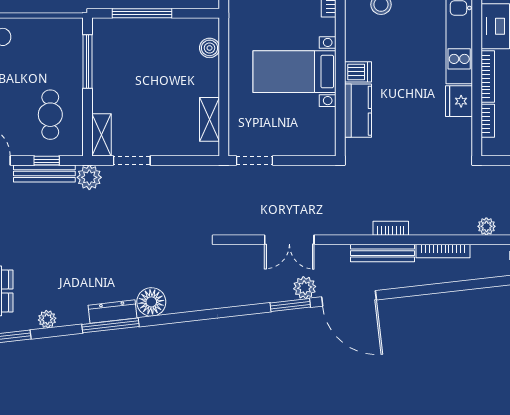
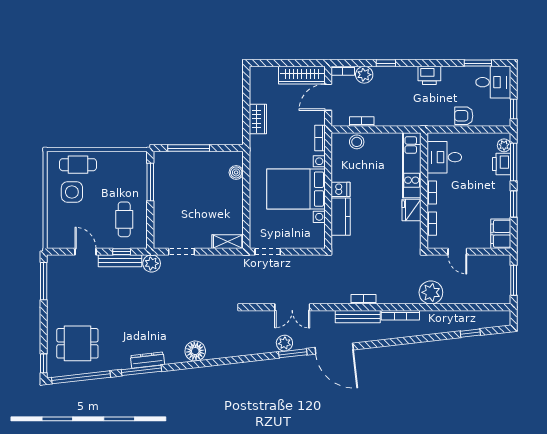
bed with nightstands: (295, 72) -> (296, 189), width x1.36
bookcase: (488, 76) -> (432, 193), width x0.64
shelving: (210, 119) -> (228, 242), moved, turned 90
shelving: (101, 135) -> (160, 234), removed
plant: (486, 226) -> (431, 292), width x1.88, depth x1.88
plant: (305, 288) -> (284, 343), moved
dresser: (112, 312) -> (148, 360), moved
plant: (47, 319) -> (122, 363), removed
window: (111, 325) -> (141, 370), moved

